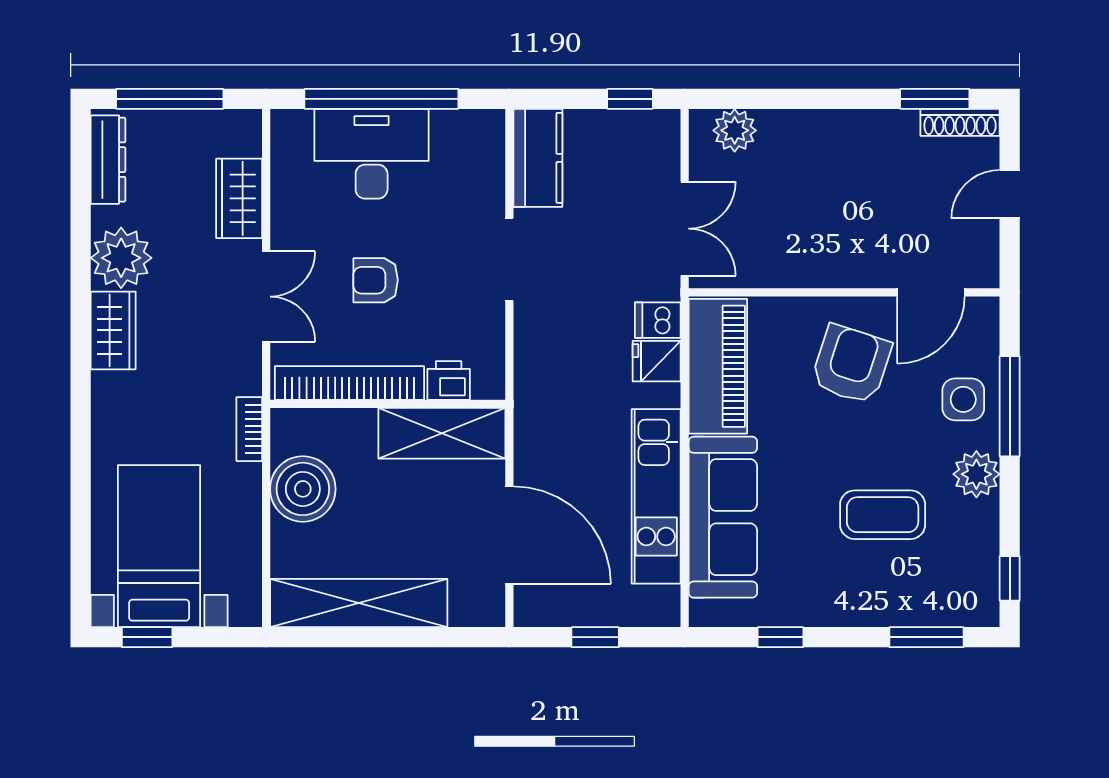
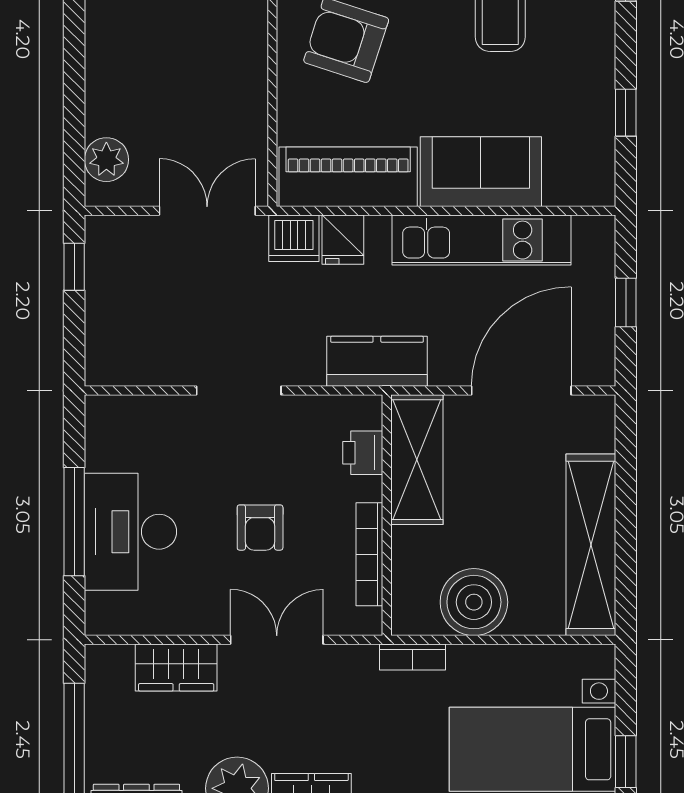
window: (381, 99) -> (74, 522), width x0.68
kitchen counter: (538, 158) -> (377, 361), moved
dishwasher: (658, 320) -> (294, 238), width x1.38
bookcase: (349, 383) -> (369, 554), width x0.68, depth x0.76
sofa: (723, 517) -> (481, 172), width x0.73

